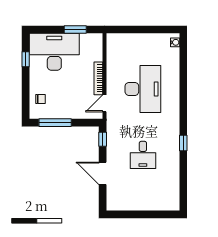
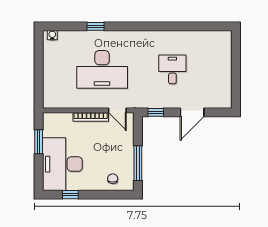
desk: (143, 89) -> (102, 69), turned 180
window: (183, 143) -> (96, 26), moved
desk: (143, 155) -> (172, 69), turned -90

